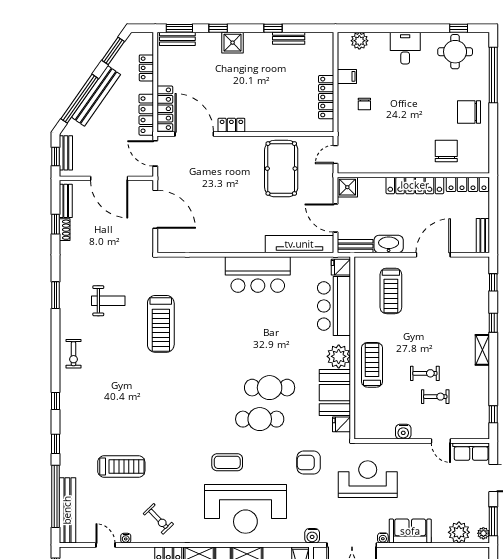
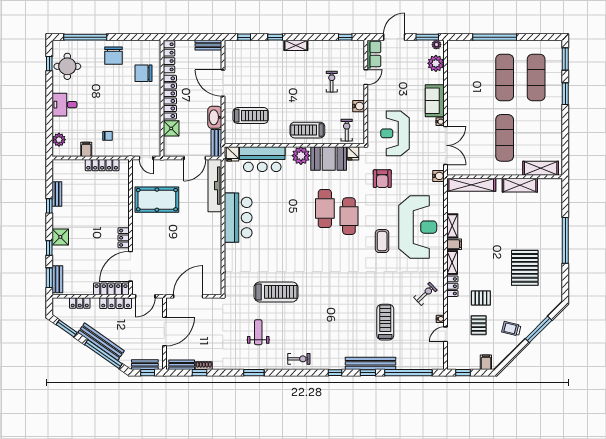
shower: (347, 187) -> (171, 128), moved
exercise bike: (425, 373) -> (347, 130), moved
bench: (67, 510) -> (370, 363), moved

